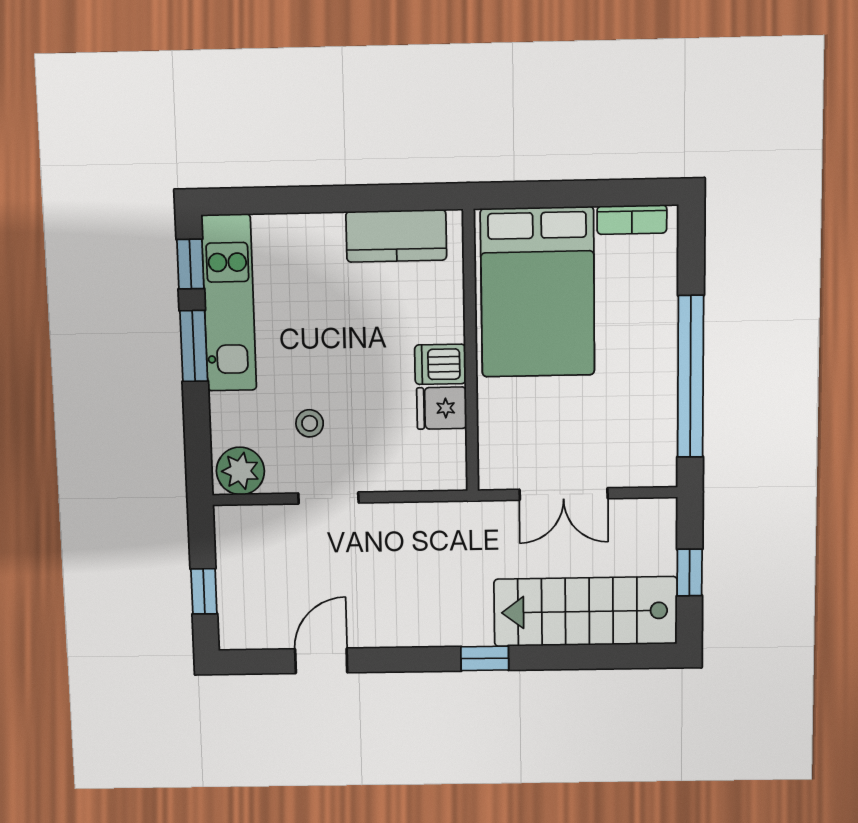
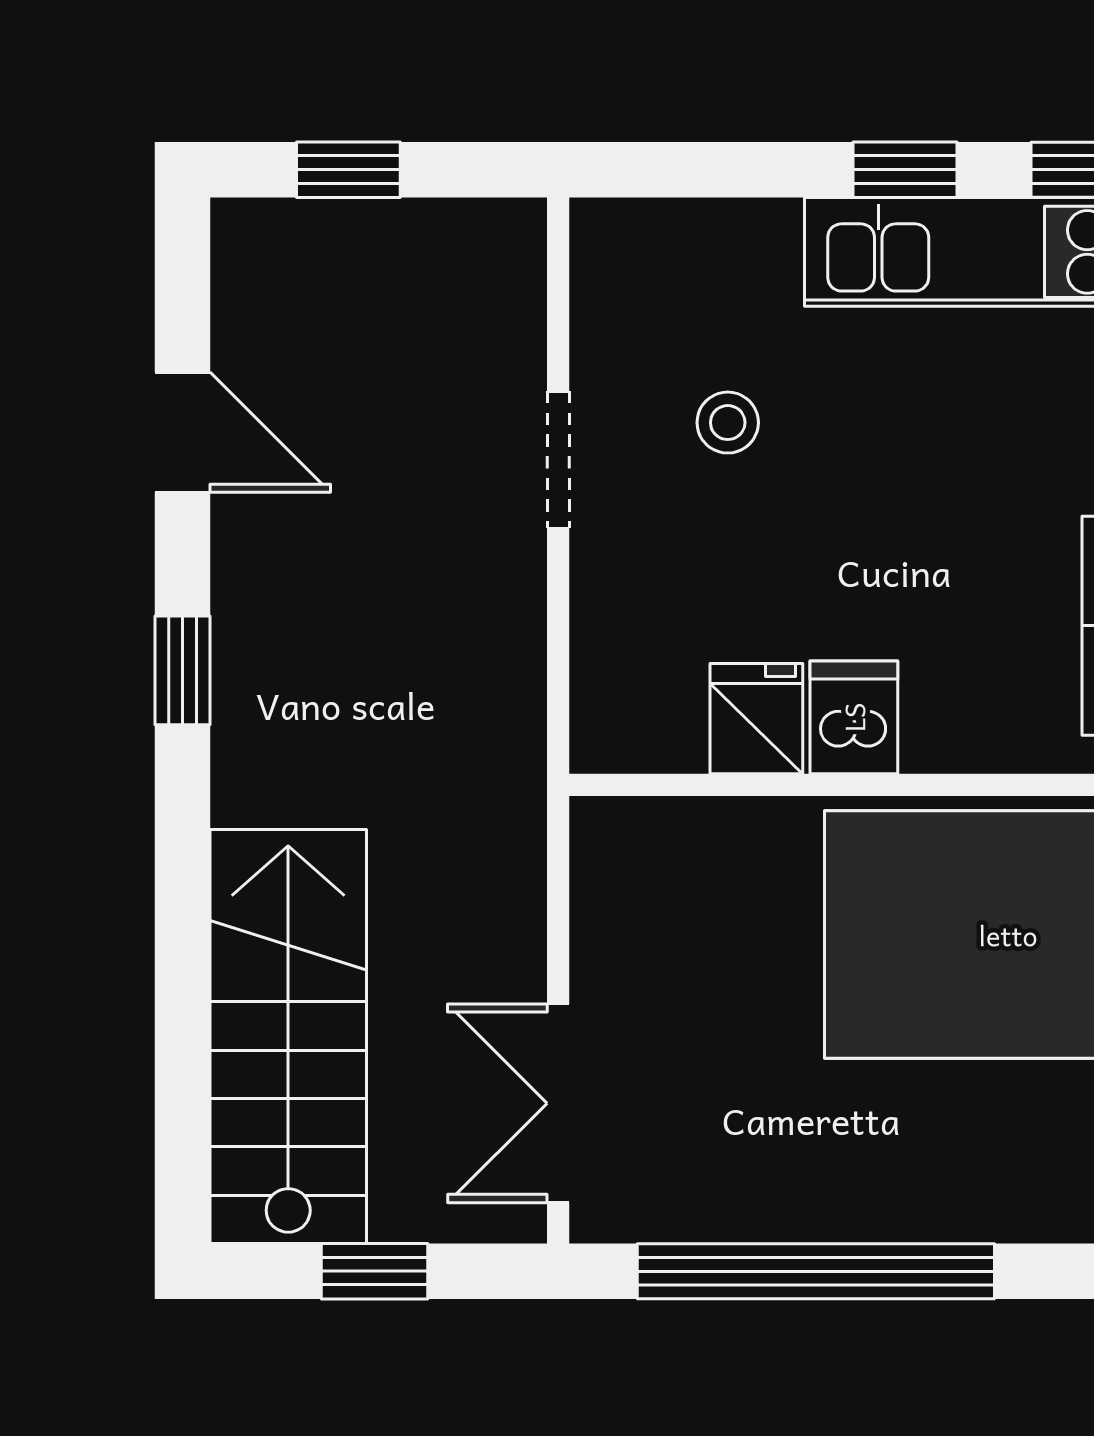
window: (194, 346) -> (905, 170), width x0.67
plant: (240, 471) -> (623, 263), removed
double door: (564, 494) -> (558, 1103), moved
window: (485, 658) -> (182, 670), moved

